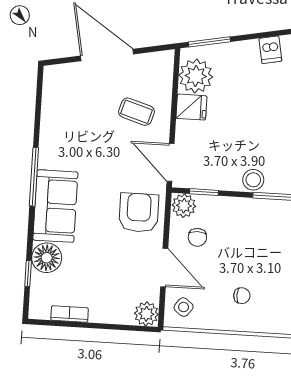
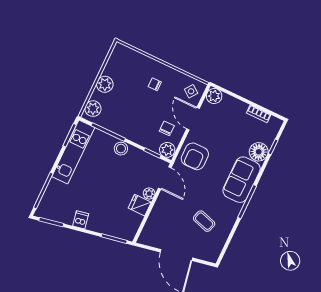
plant: (196, 76) -> (149, 194), moved, width x0.53, depth x0.53
coffee table: (136, 112) -> (204, 221), moved

